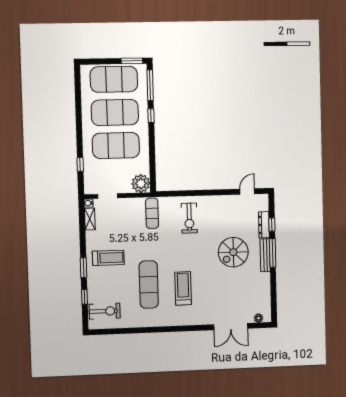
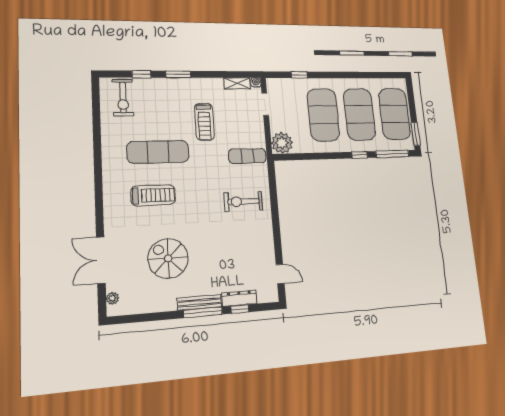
spiral stairs: (233, 252) -> (168, 258), moved
treadmill: (108, 258) -> (204, 122), moved

